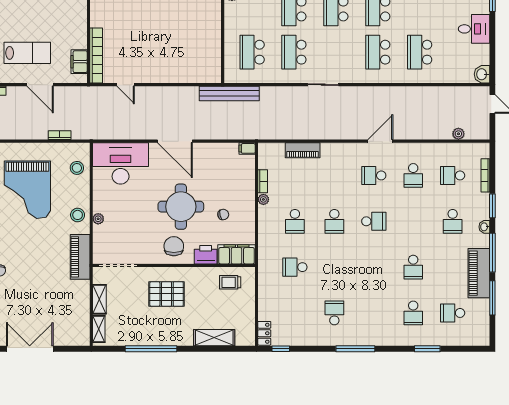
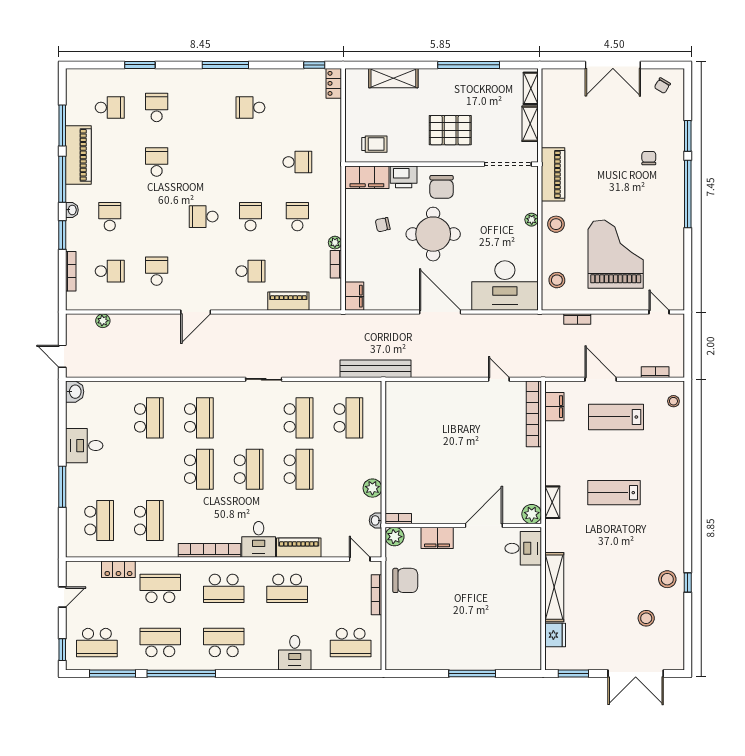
filing cabinet: (247, 148) -> (354, 296), width x2.00
school desk: (374, 175) -> (250, 271), moved
school desk: (334, 313) -> (250, 107), turned 90

